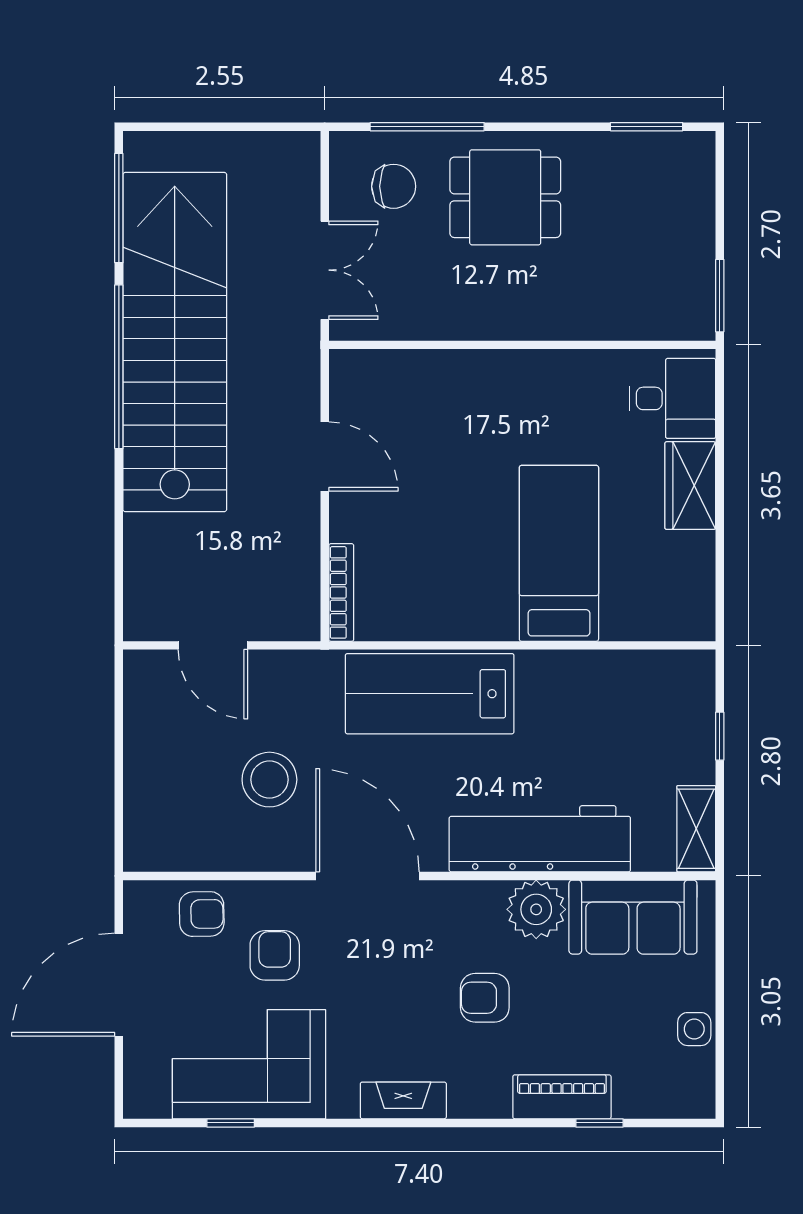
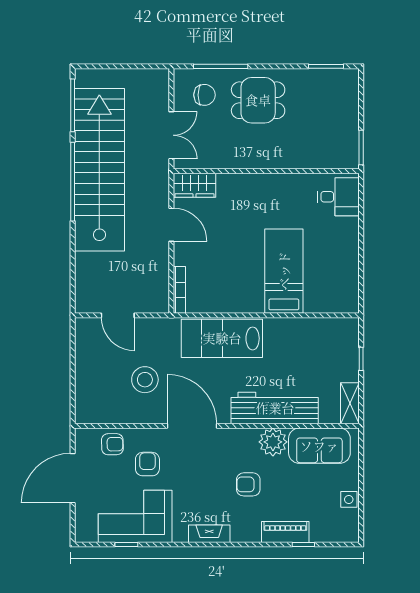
wardrobe: (690, 486) -> (194, 185), moved, turned -90

